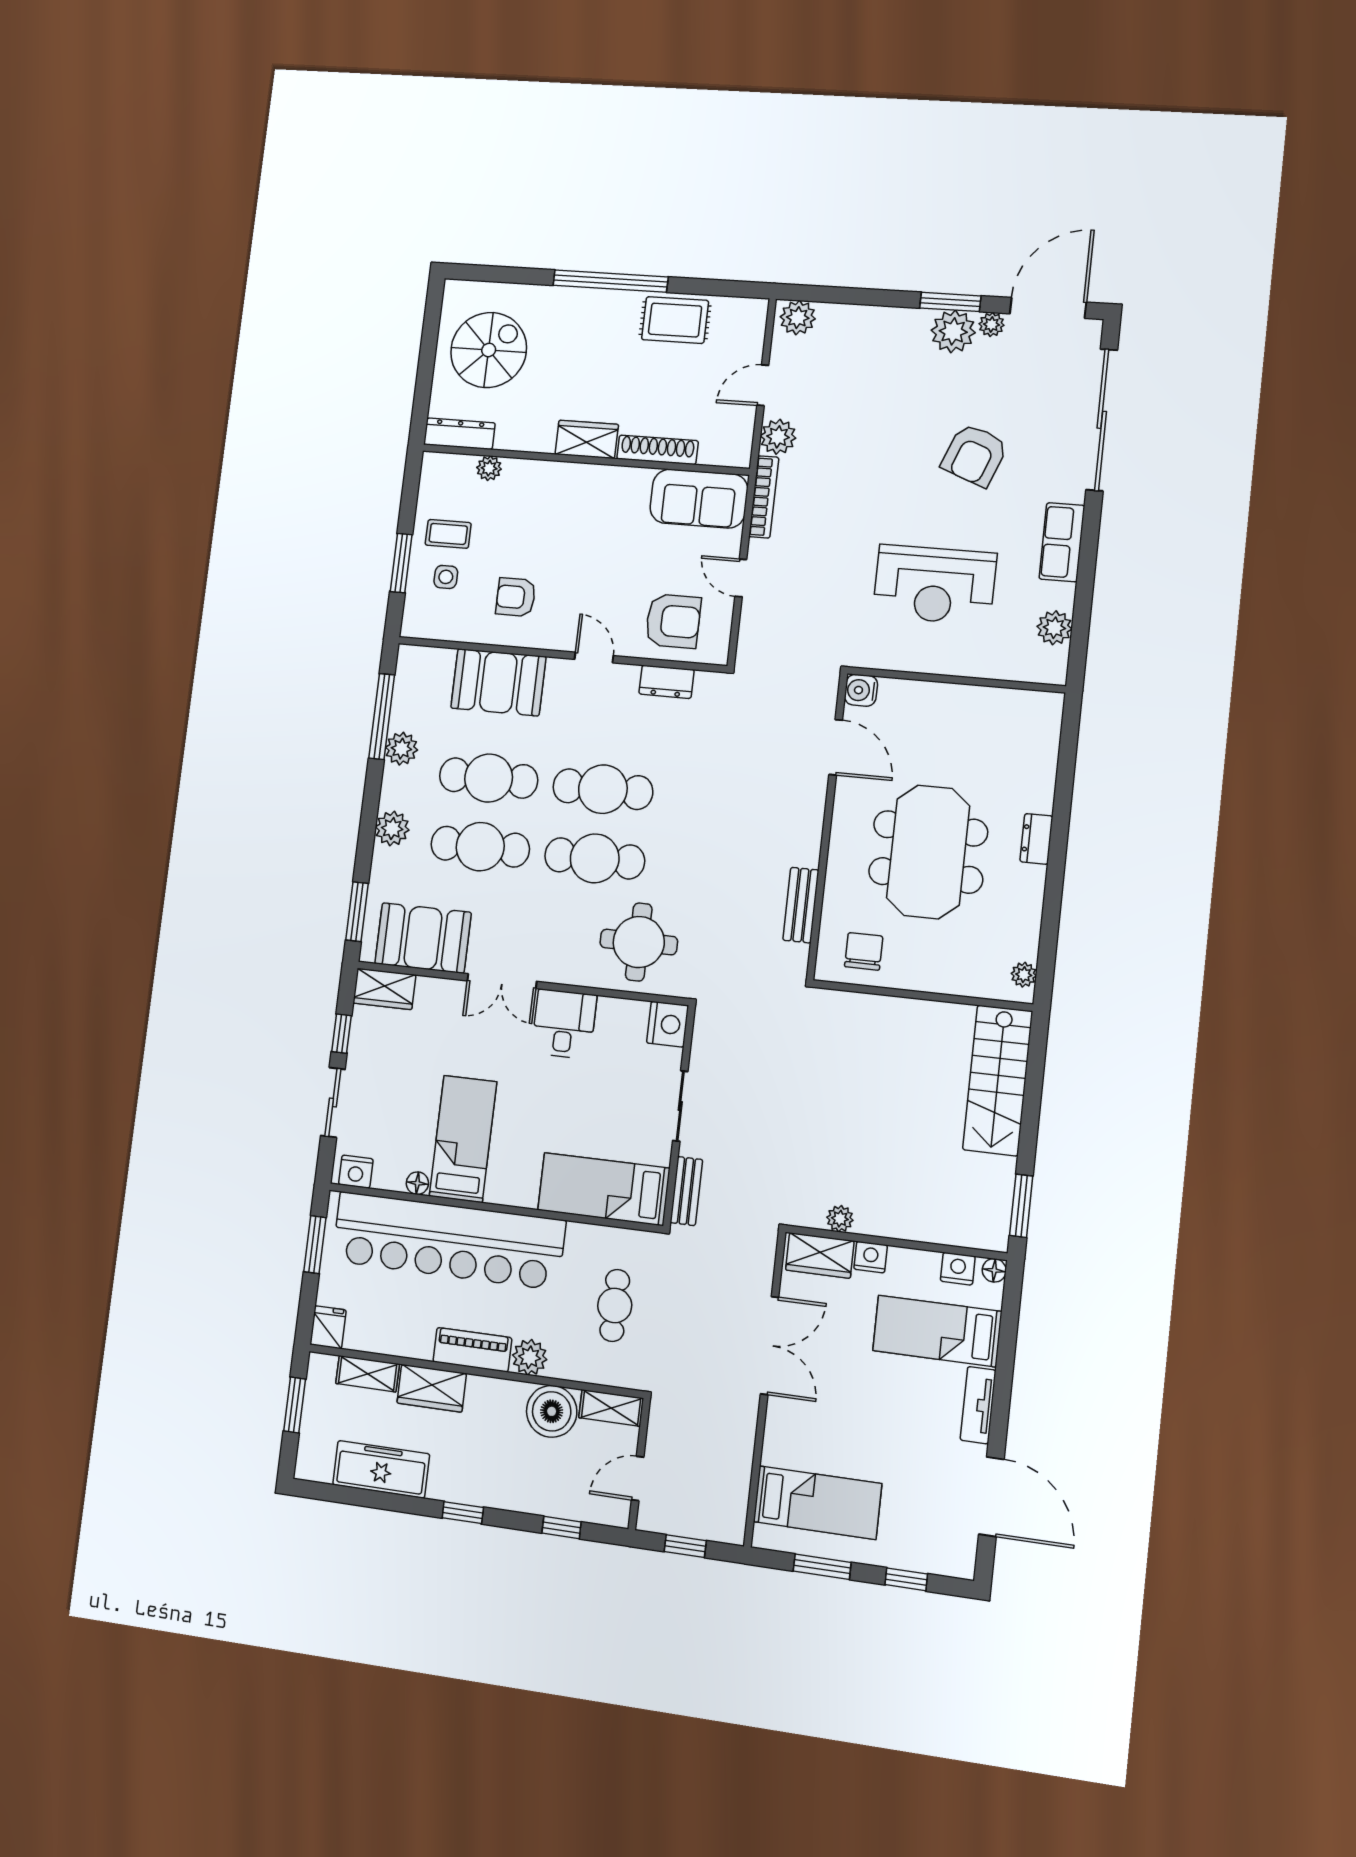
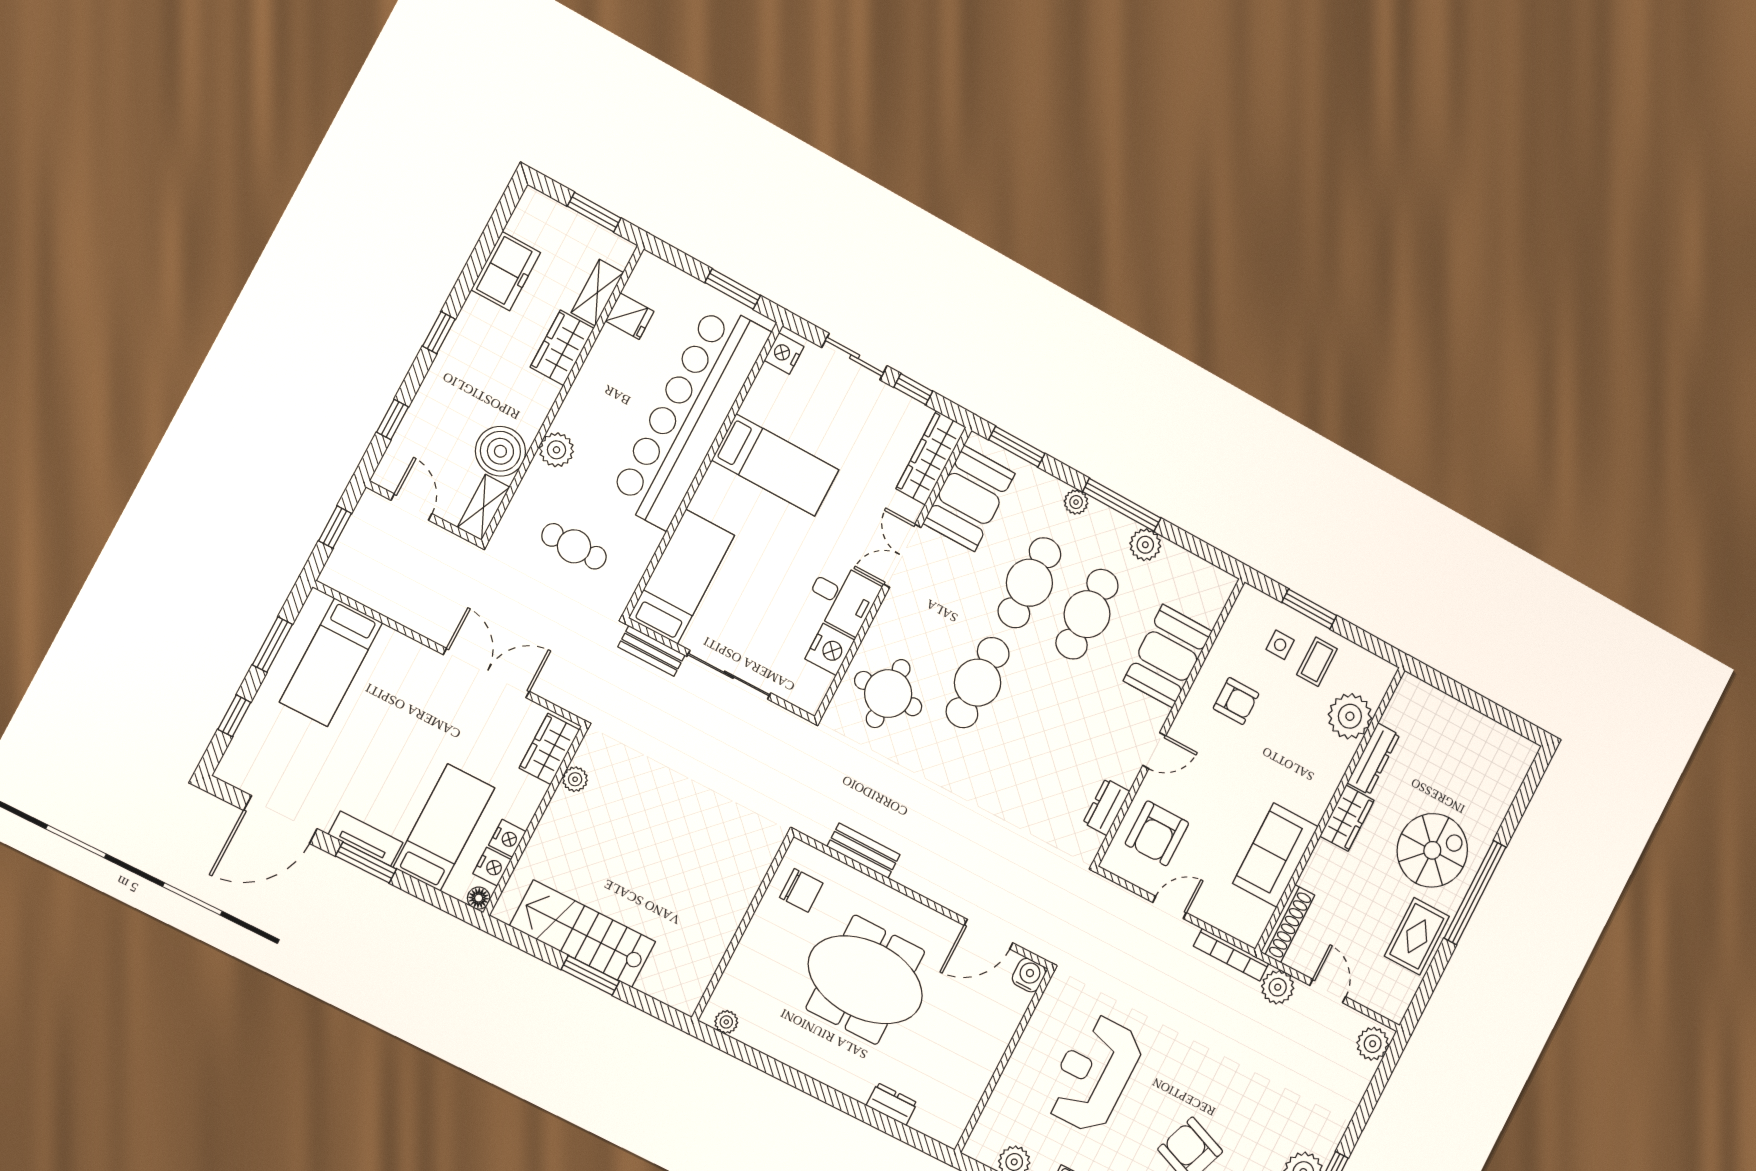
spiral stairs: (489, 350) -> (1432, 850), moved, turned -90
dresser: (459, 434) -> (1374, 759), moved
shoe rack: (657, 450) -> (1288, 924), moved
plant: (489, 468) -> (1350, 716), width x1.88, depth x1.88
sofa: (699, 499) -> (1275, 855), moved
armchair: (516, 597) -> (1236, 701), turned 90
window: (382, 717) -> (1122, 505), moved
cafe table: (603, 789) -> (1035, 714), removed
plant: (392, 828) -> (1076, 502), width x0.73, depth x0.73
dresser: (1036, 839) -> (892, 1104), moved
wardrobe: (384, 989) -> (931, 458), width x1.50
nightstand: (668, 1024) -> (830, 649), moved, turned -90
stairs: (998, 1080) -> (583, 934), moved
sliding door: (680, 1106) -> (729, 675), width x1.37
floor lamp: (417, 1183) -> (752, 407), removed
window: (1021, 1206) -> (590, 975), moved
nightstand: (871, 1257) -> (507, 838), moved
fridge: (328, 1327) -> (630, 316), moved
double door: (770, 1346) -> (486, 673), swing flipped
piano: (472, 1350) -> (583, 399), removed
window: (1002, 1396) -> (366, 863), added
freezer: (381, 1469) -> (506, 271), width x0.71

